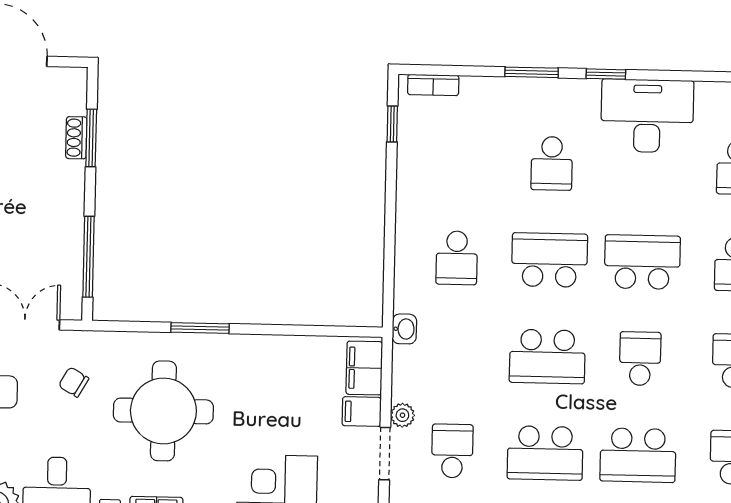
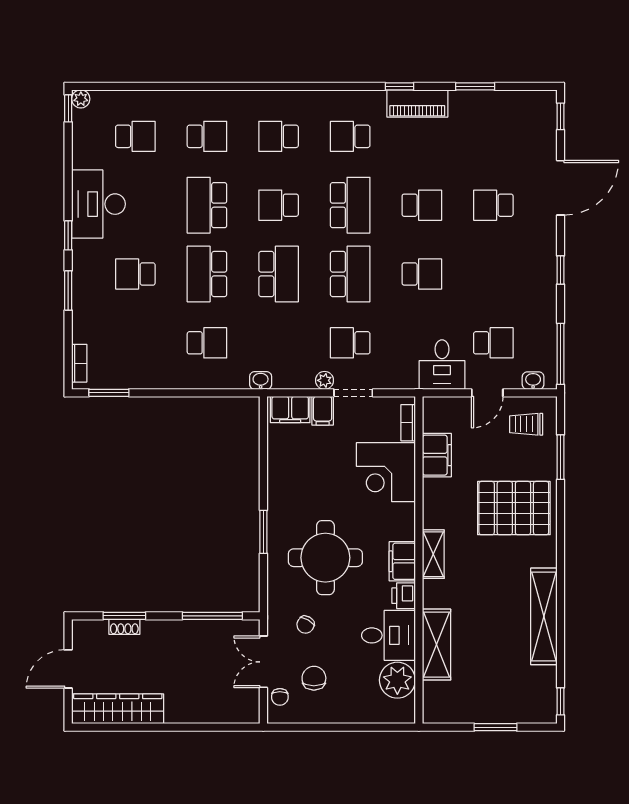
window: (392, 124) -> (109, 393), width x1.50
school desk: (552, 163) -> (135, 274), turned 180

